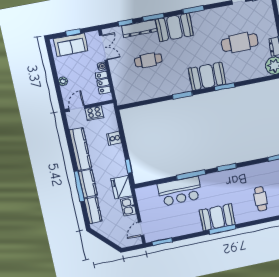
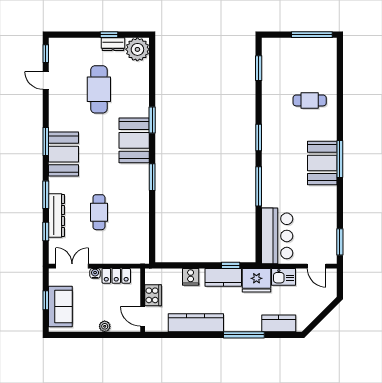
booth: (174, 27) -> (64, 154), moved
kitchen counter: (88, 184) -> (223, 277), moved, turned 180
bar counter: (180, 191) -> (277, 236), moved

